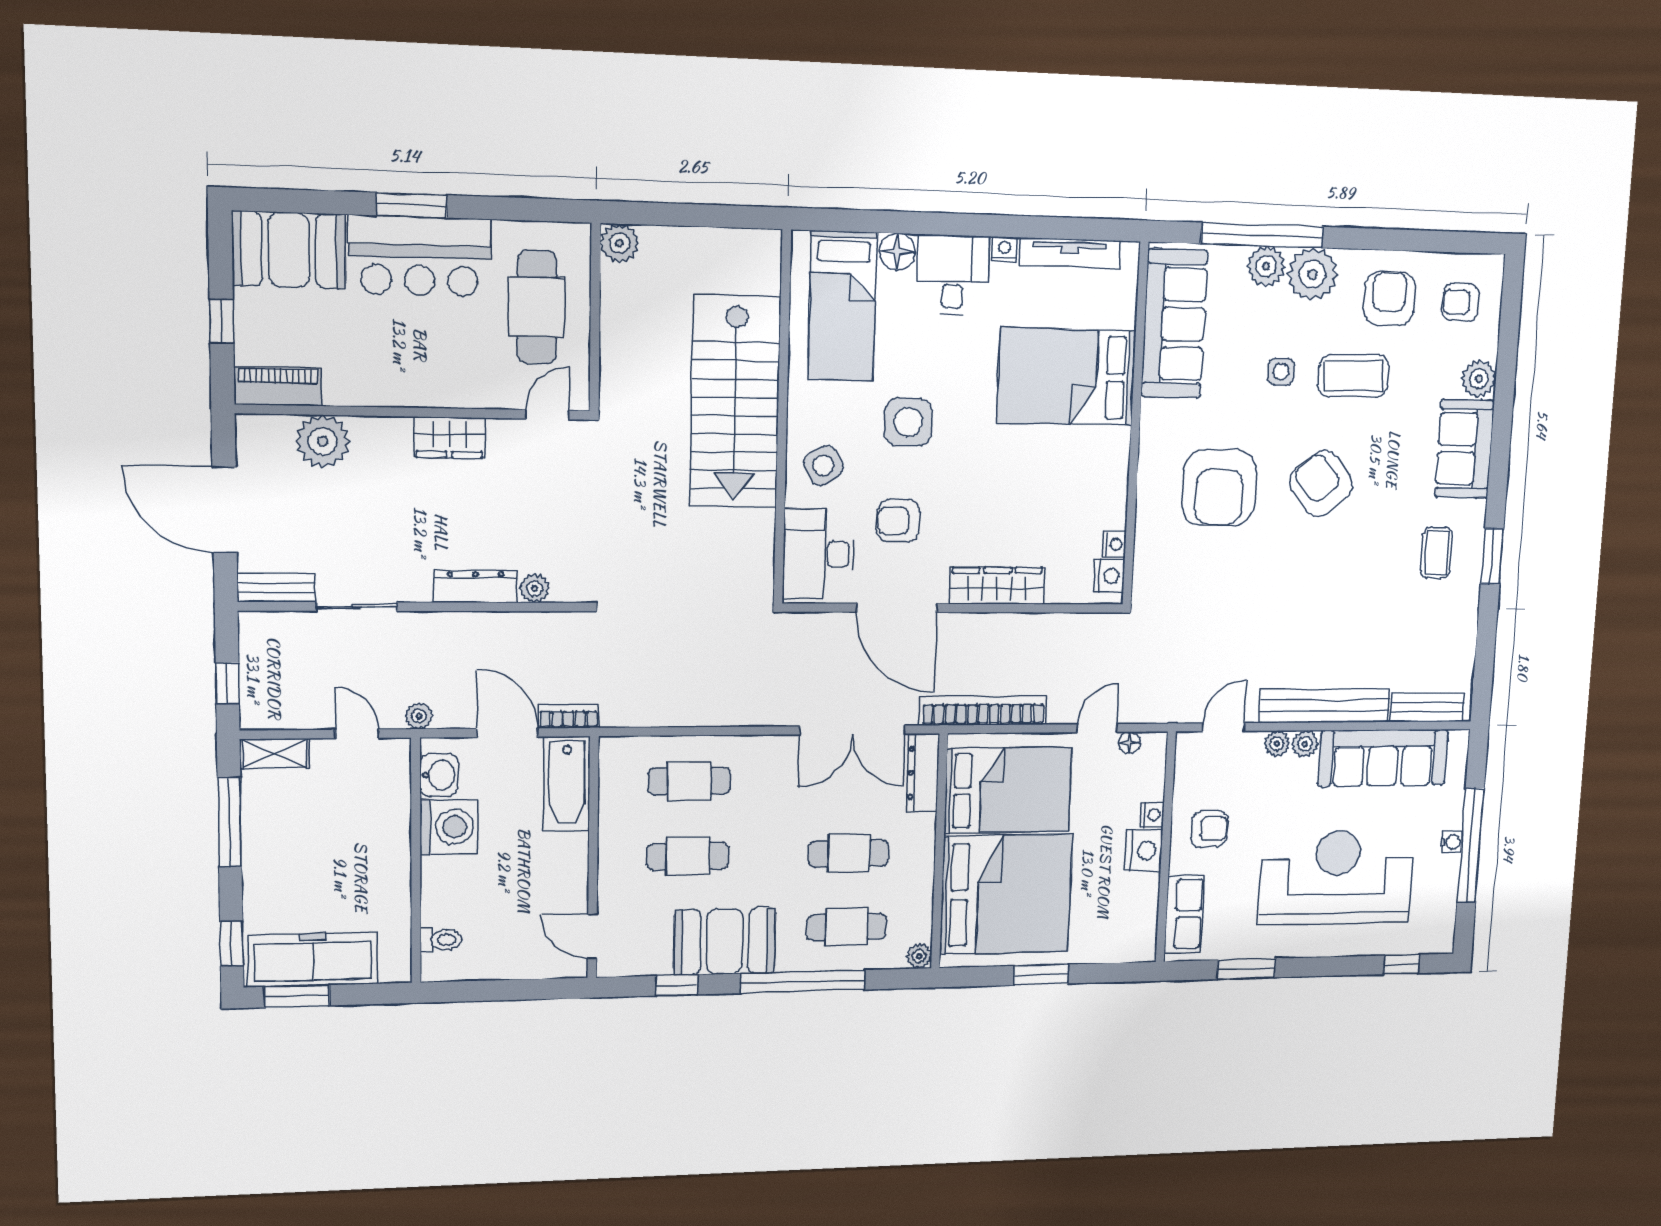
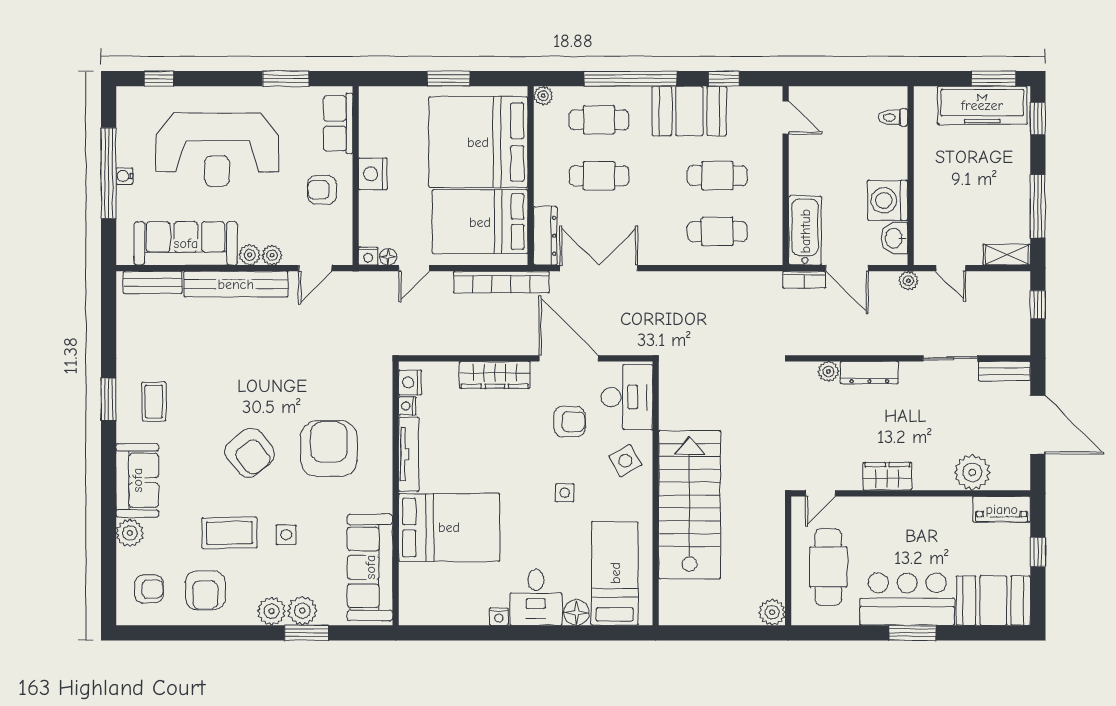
window: (1262, 235) -> (307, 633), width x0.47
tv unit: (1070, 253) -> (409, 454), moved, turned 90
plant: (1312, 274) -> (272, 611), width x0.73, depth x0.73
side table: (908, 422) -> (565, 493), width x0.54, depth x0.54
nightstand: (1152, 815) -> (368, 256), moved, turned -90

